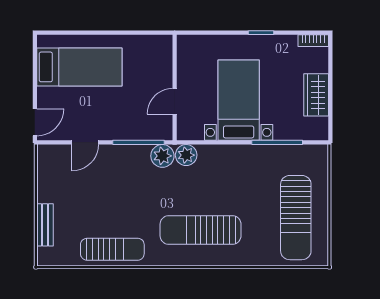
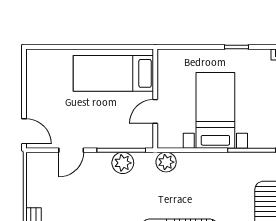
bed: (79, 67) -> (113, 73), moved, turned 180
door: (35, 122) -> (24, 131), hinge flipped
plant: (162, 156) -> (123, 163), moved

